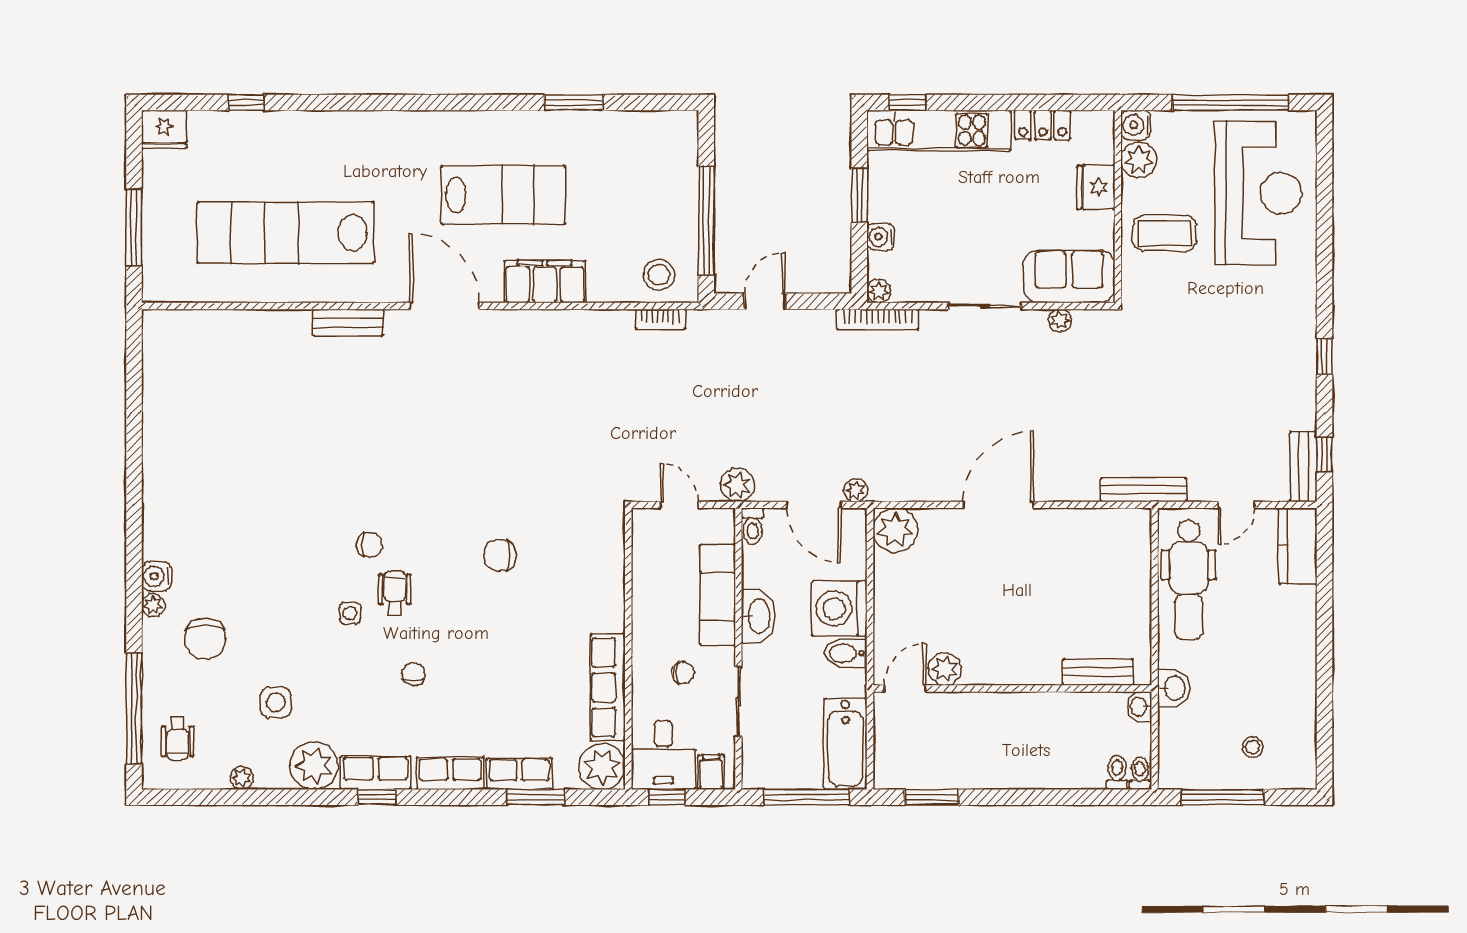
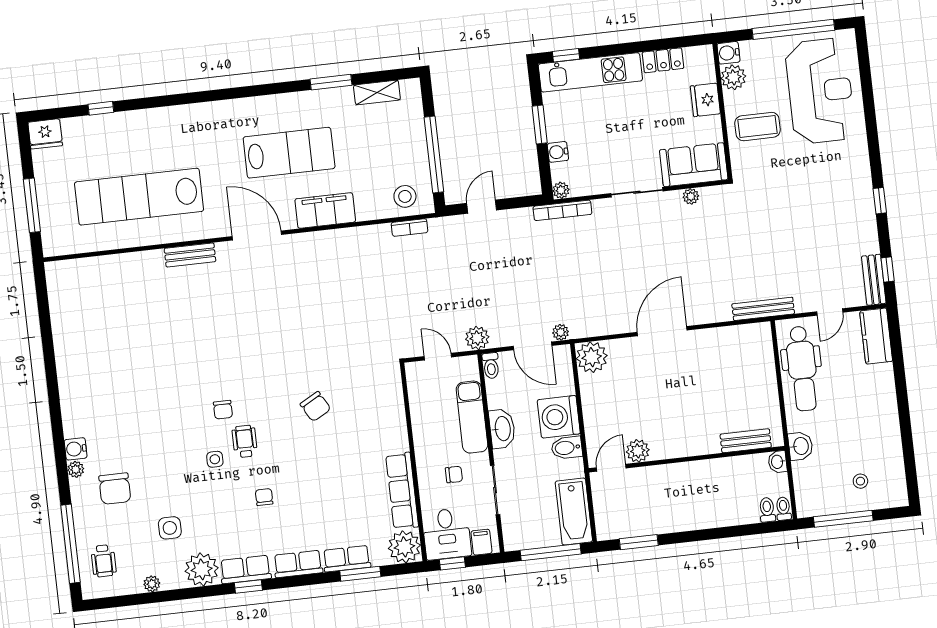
shelving: (636, 124) -> (377, 92), added
chair: (369, 545) -> (223, 410), turned 89
chair: (500, 555) -> (315, 407), turned -119

